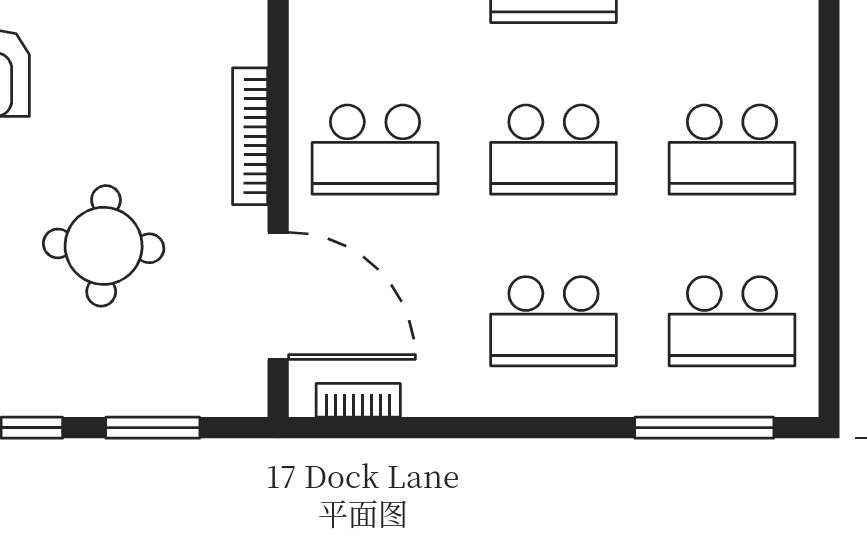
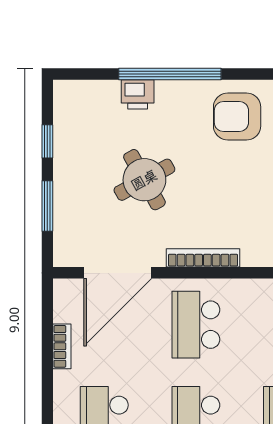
round table: (104, 246) -> (144, 180), turned -32
bookcase: (358, 400) -> (62, 346), moved

